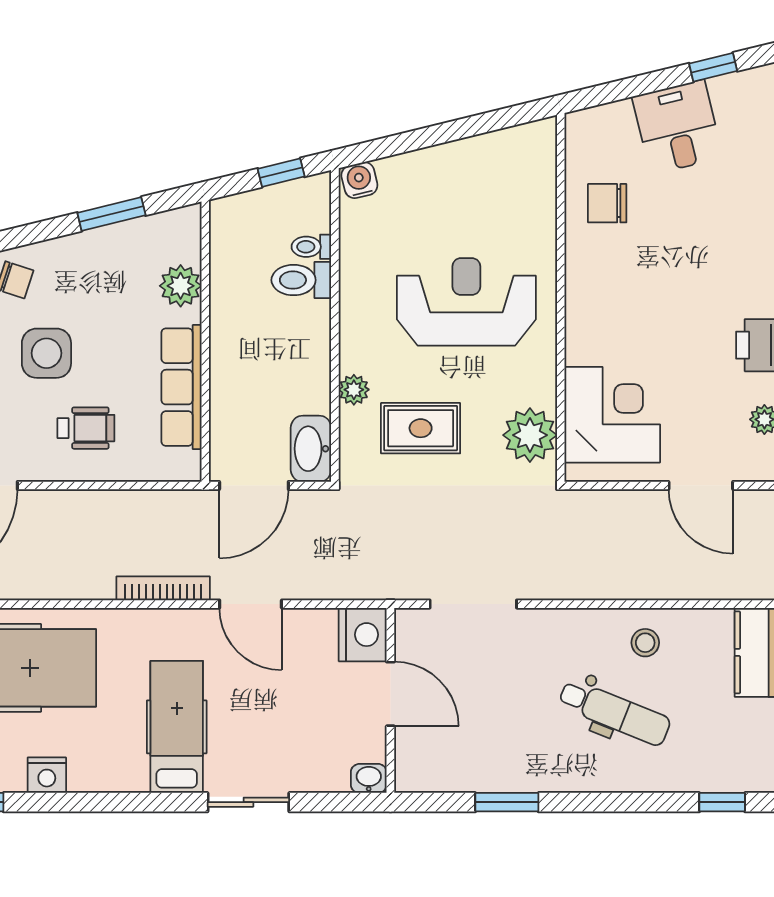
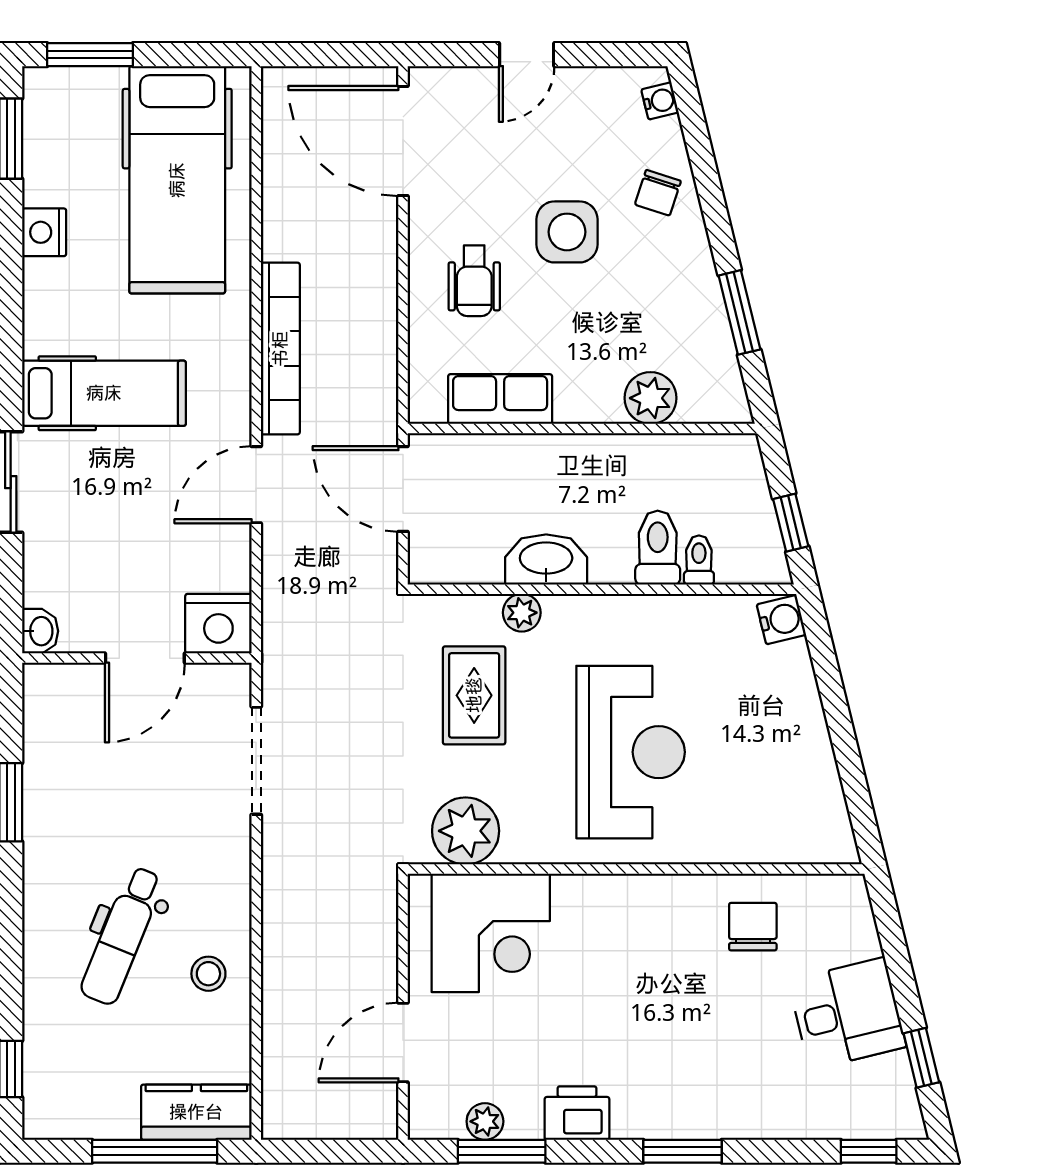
row of seats: (181, 387) -> (500, 399), width x0.68
washbasin: (311, 449) -> (546, 560), moved
bookcase: (163, 588) -> (280, 349), width x1.48, depth x1.31

